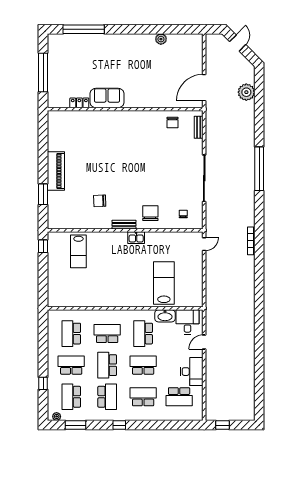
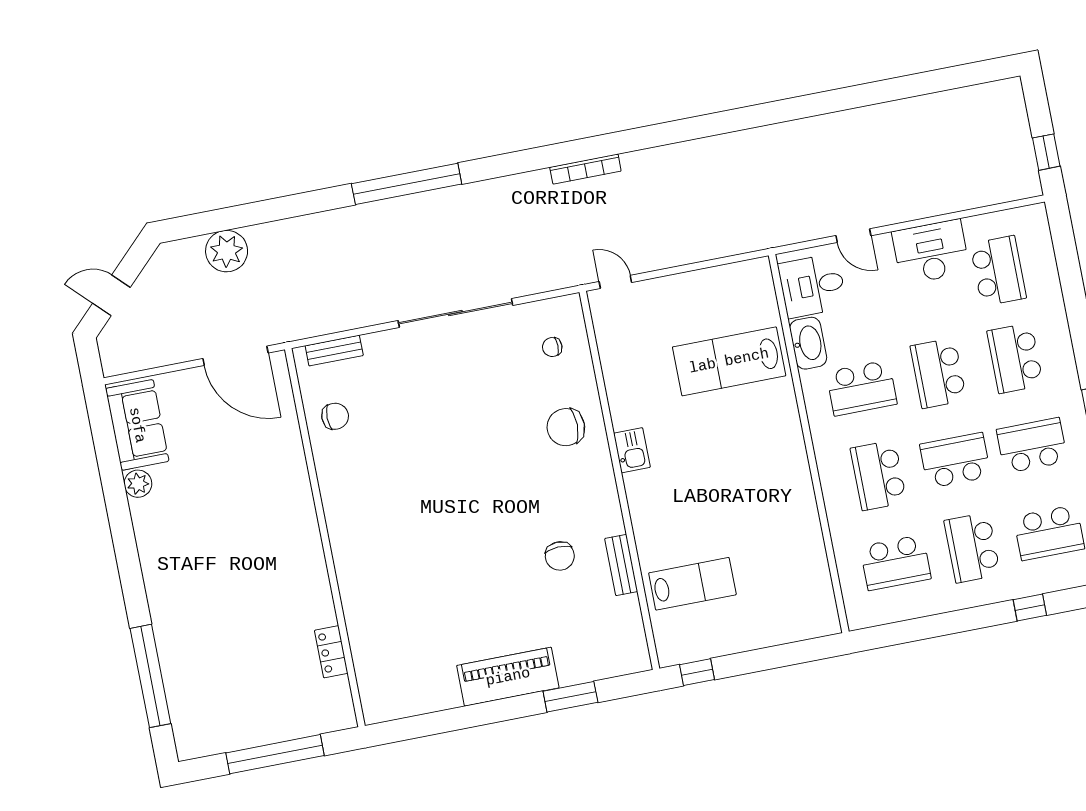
sofa: (107, 98) -> (137, 425), moved, turned 180
bench: (124, 225) -> (621, 565), moved
school desk: (107, 365) -> (955, 460), turned 180

